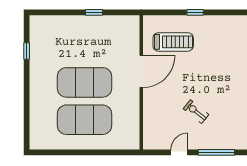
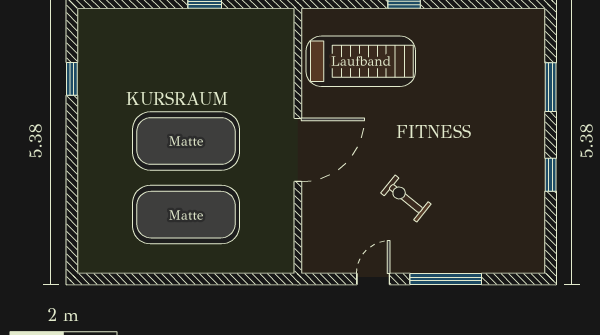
treadmill: (173, 42) -> (361, 61), width x1.37, depth x1.38
door: (141, 71) -> (298, 150), moved

